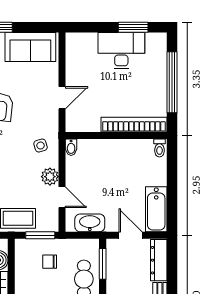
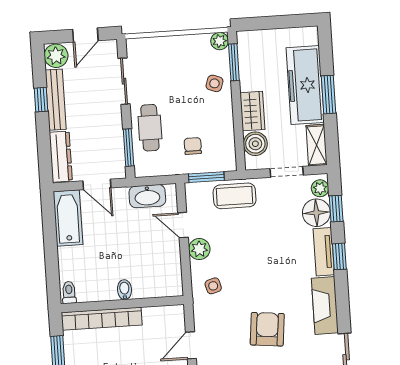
bidet: (71, 147) -> (124, 290), moved
chair: (50, 262) -> (193, 146), turned -90

